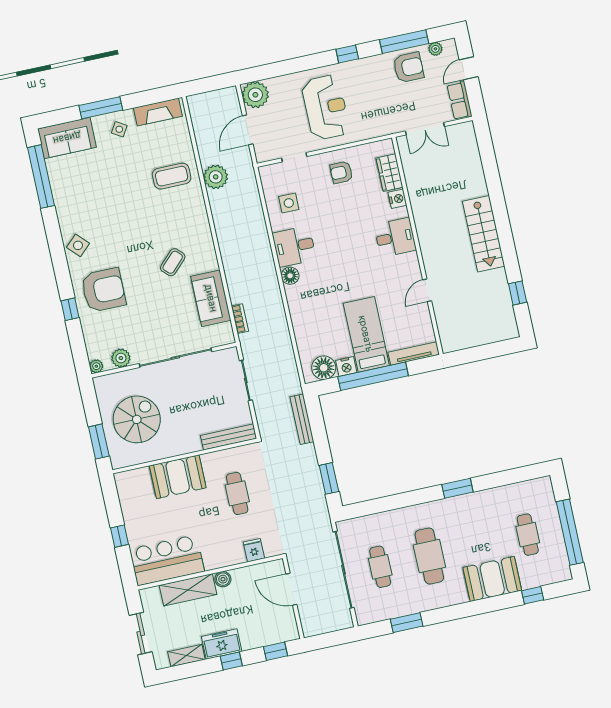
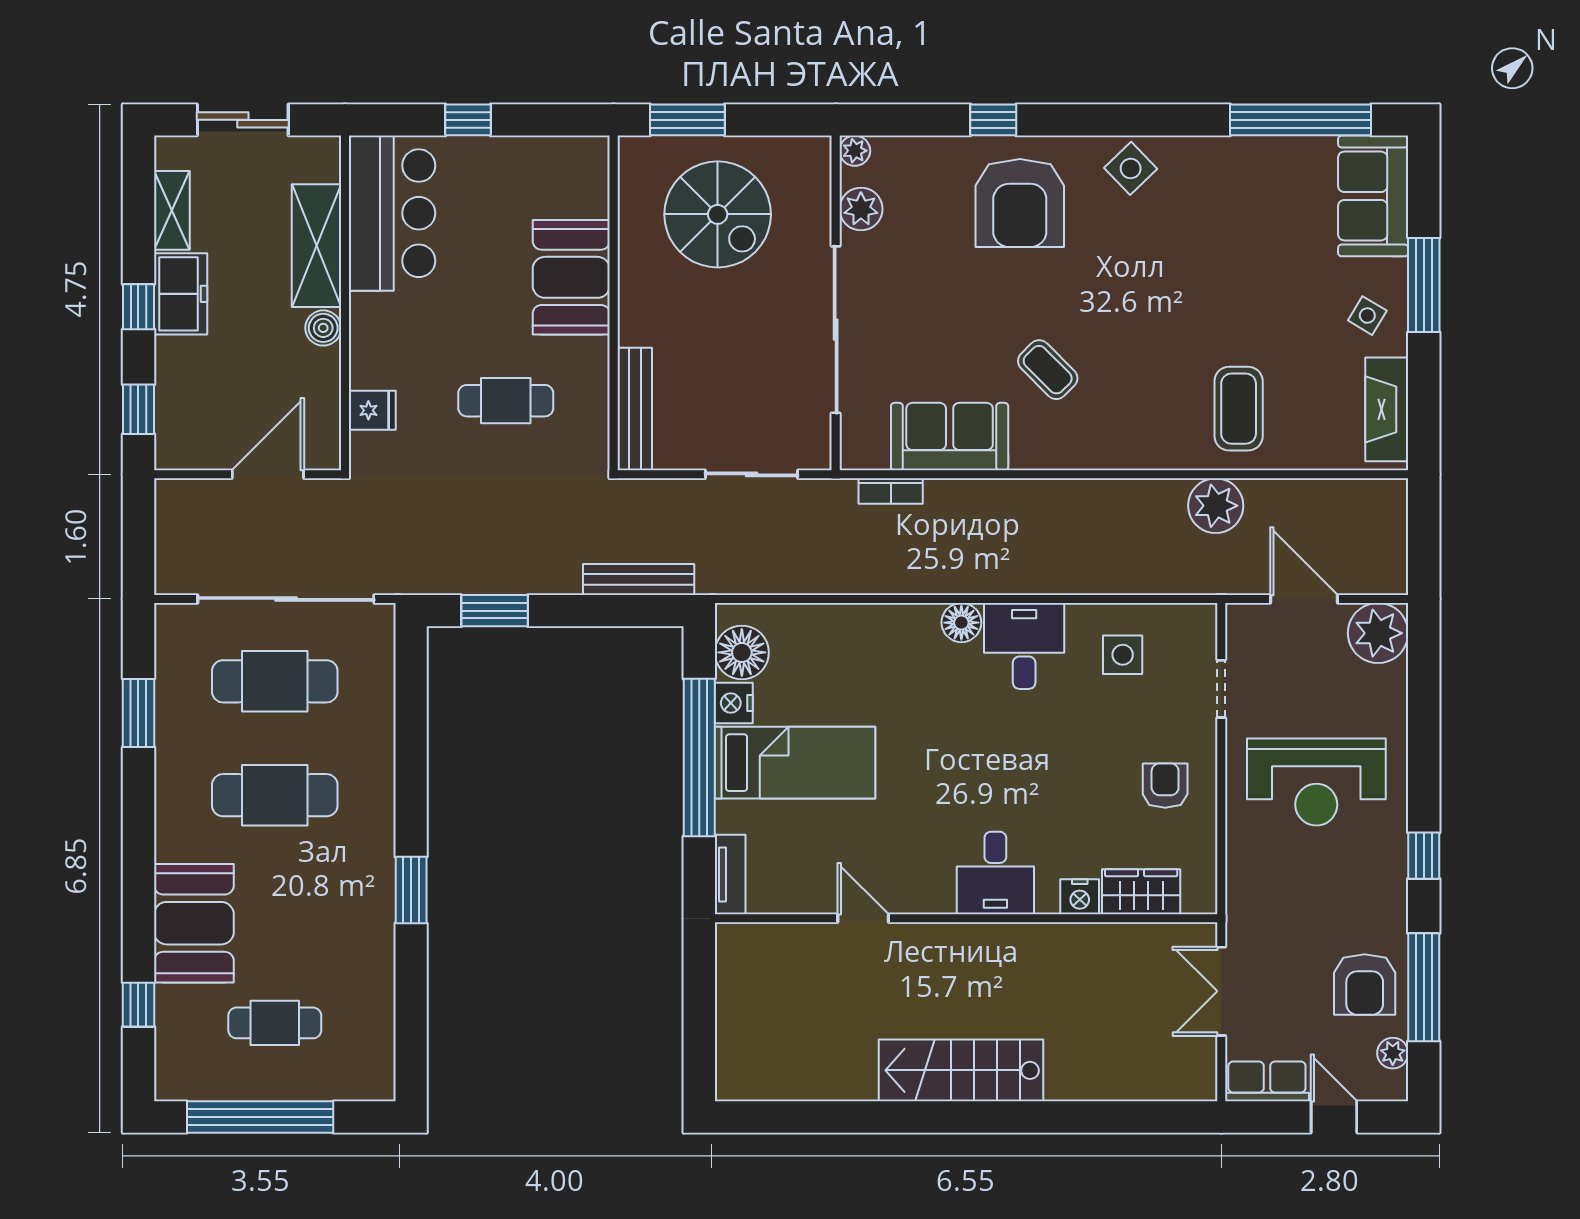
window: (518, 293) -> (814, 1117), removed
tv unit: (414, 353) -> (730, 874), width x0.71
cafe table: (380, 567) -> (275, 681), width x1.37, depth x1.35

